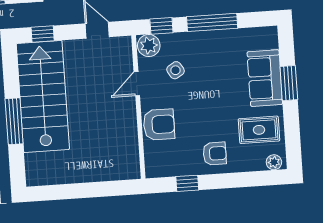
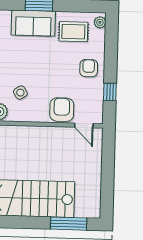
door: (137, 84) -> (84, 125), moved
window: (14, 121) -> (69, 224), moved
rug: (259, 130) -> (73, 32), turned 90

